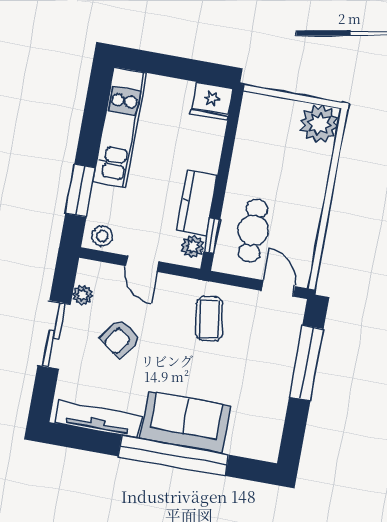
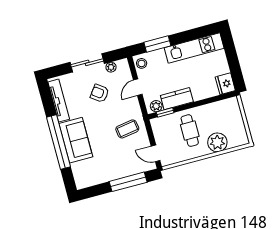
plant: (319, 124) -> (217, 142), moved
cafe table: (253, 231) -> (190, 131), moved, turned 90
door: (278, 288) -> (156, 153), swing flipped

